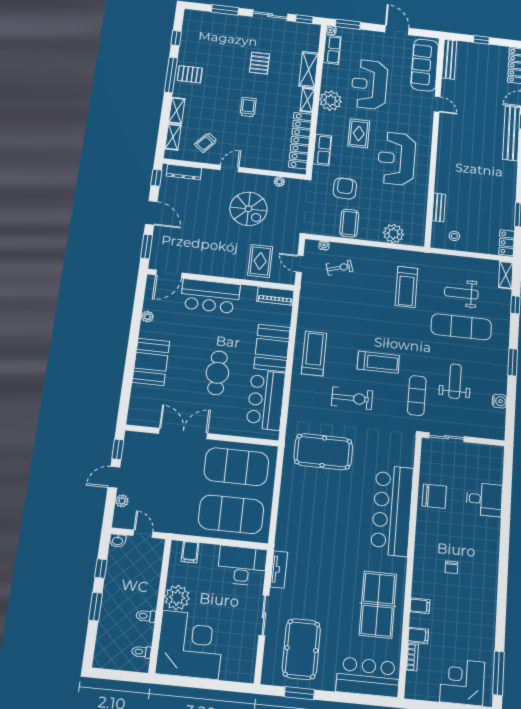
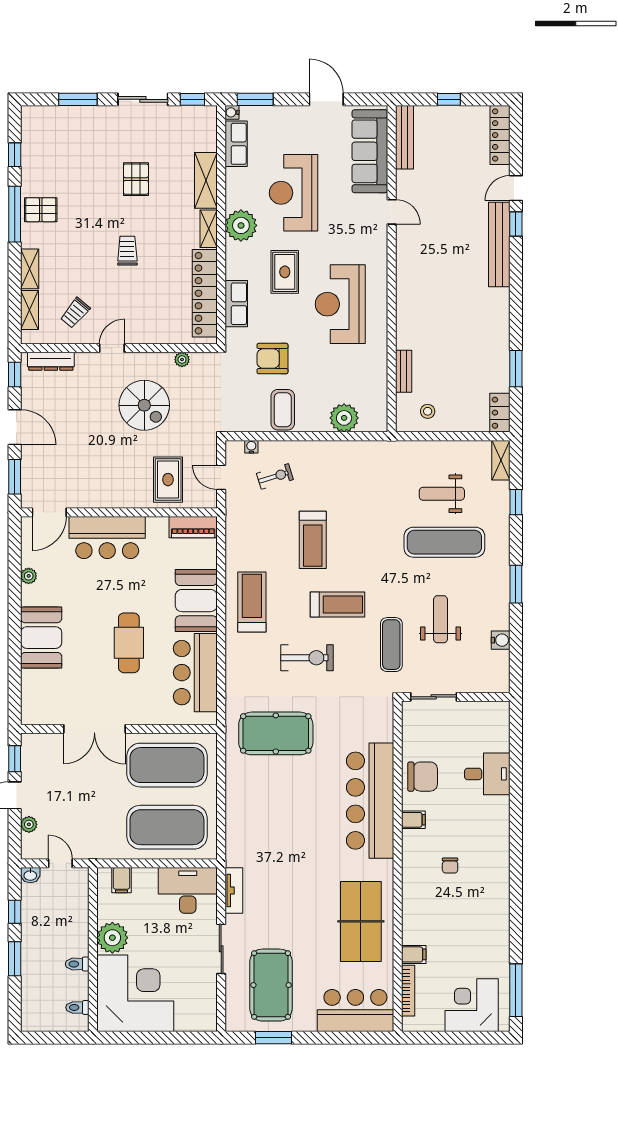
armchair: (345, 188) -> (272, 359), turned -91
treadmill: (406, 287) -> (313, 540), moved
double door: (183, 433) -> (94, 729), swing flipped
filing cabinet: (420, 606) -> (413, 820), moved
bookcase: (412, 657) -> (408, 991), width x1.56

